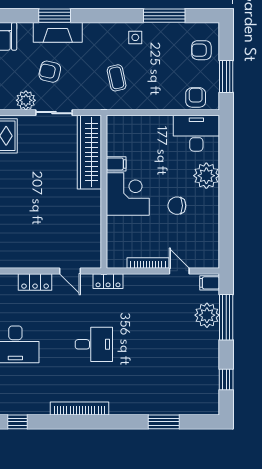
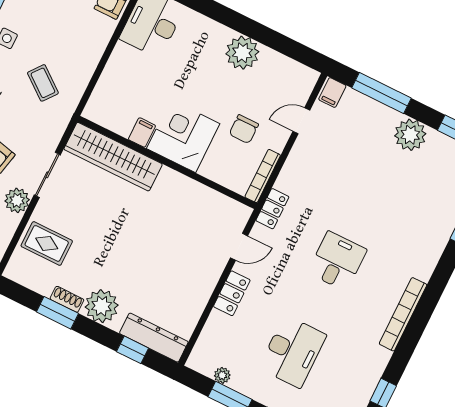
coffee table: (117, 78) -> (43, 83), turned 50
plant: (206, 176) -> (242, 53), moved
chair: (177, 206) -> (244, 129), moved
bookcase: (148, 263) -> (263, 176), moved
plant: (207, 315) -> (410, 135), moved

